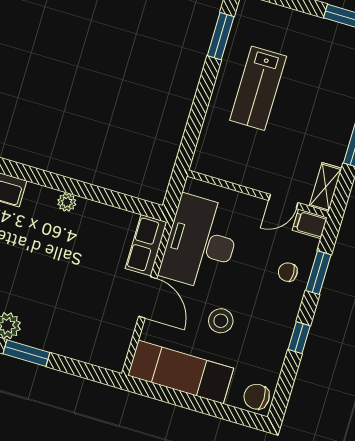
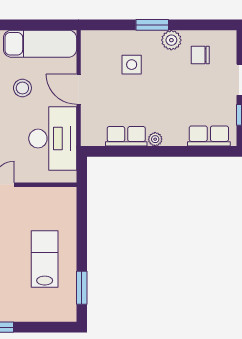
row of seats: (146, 245) -> (126, 136), moved, turned -90
side table: (69, 309) -> (132, 65), added

